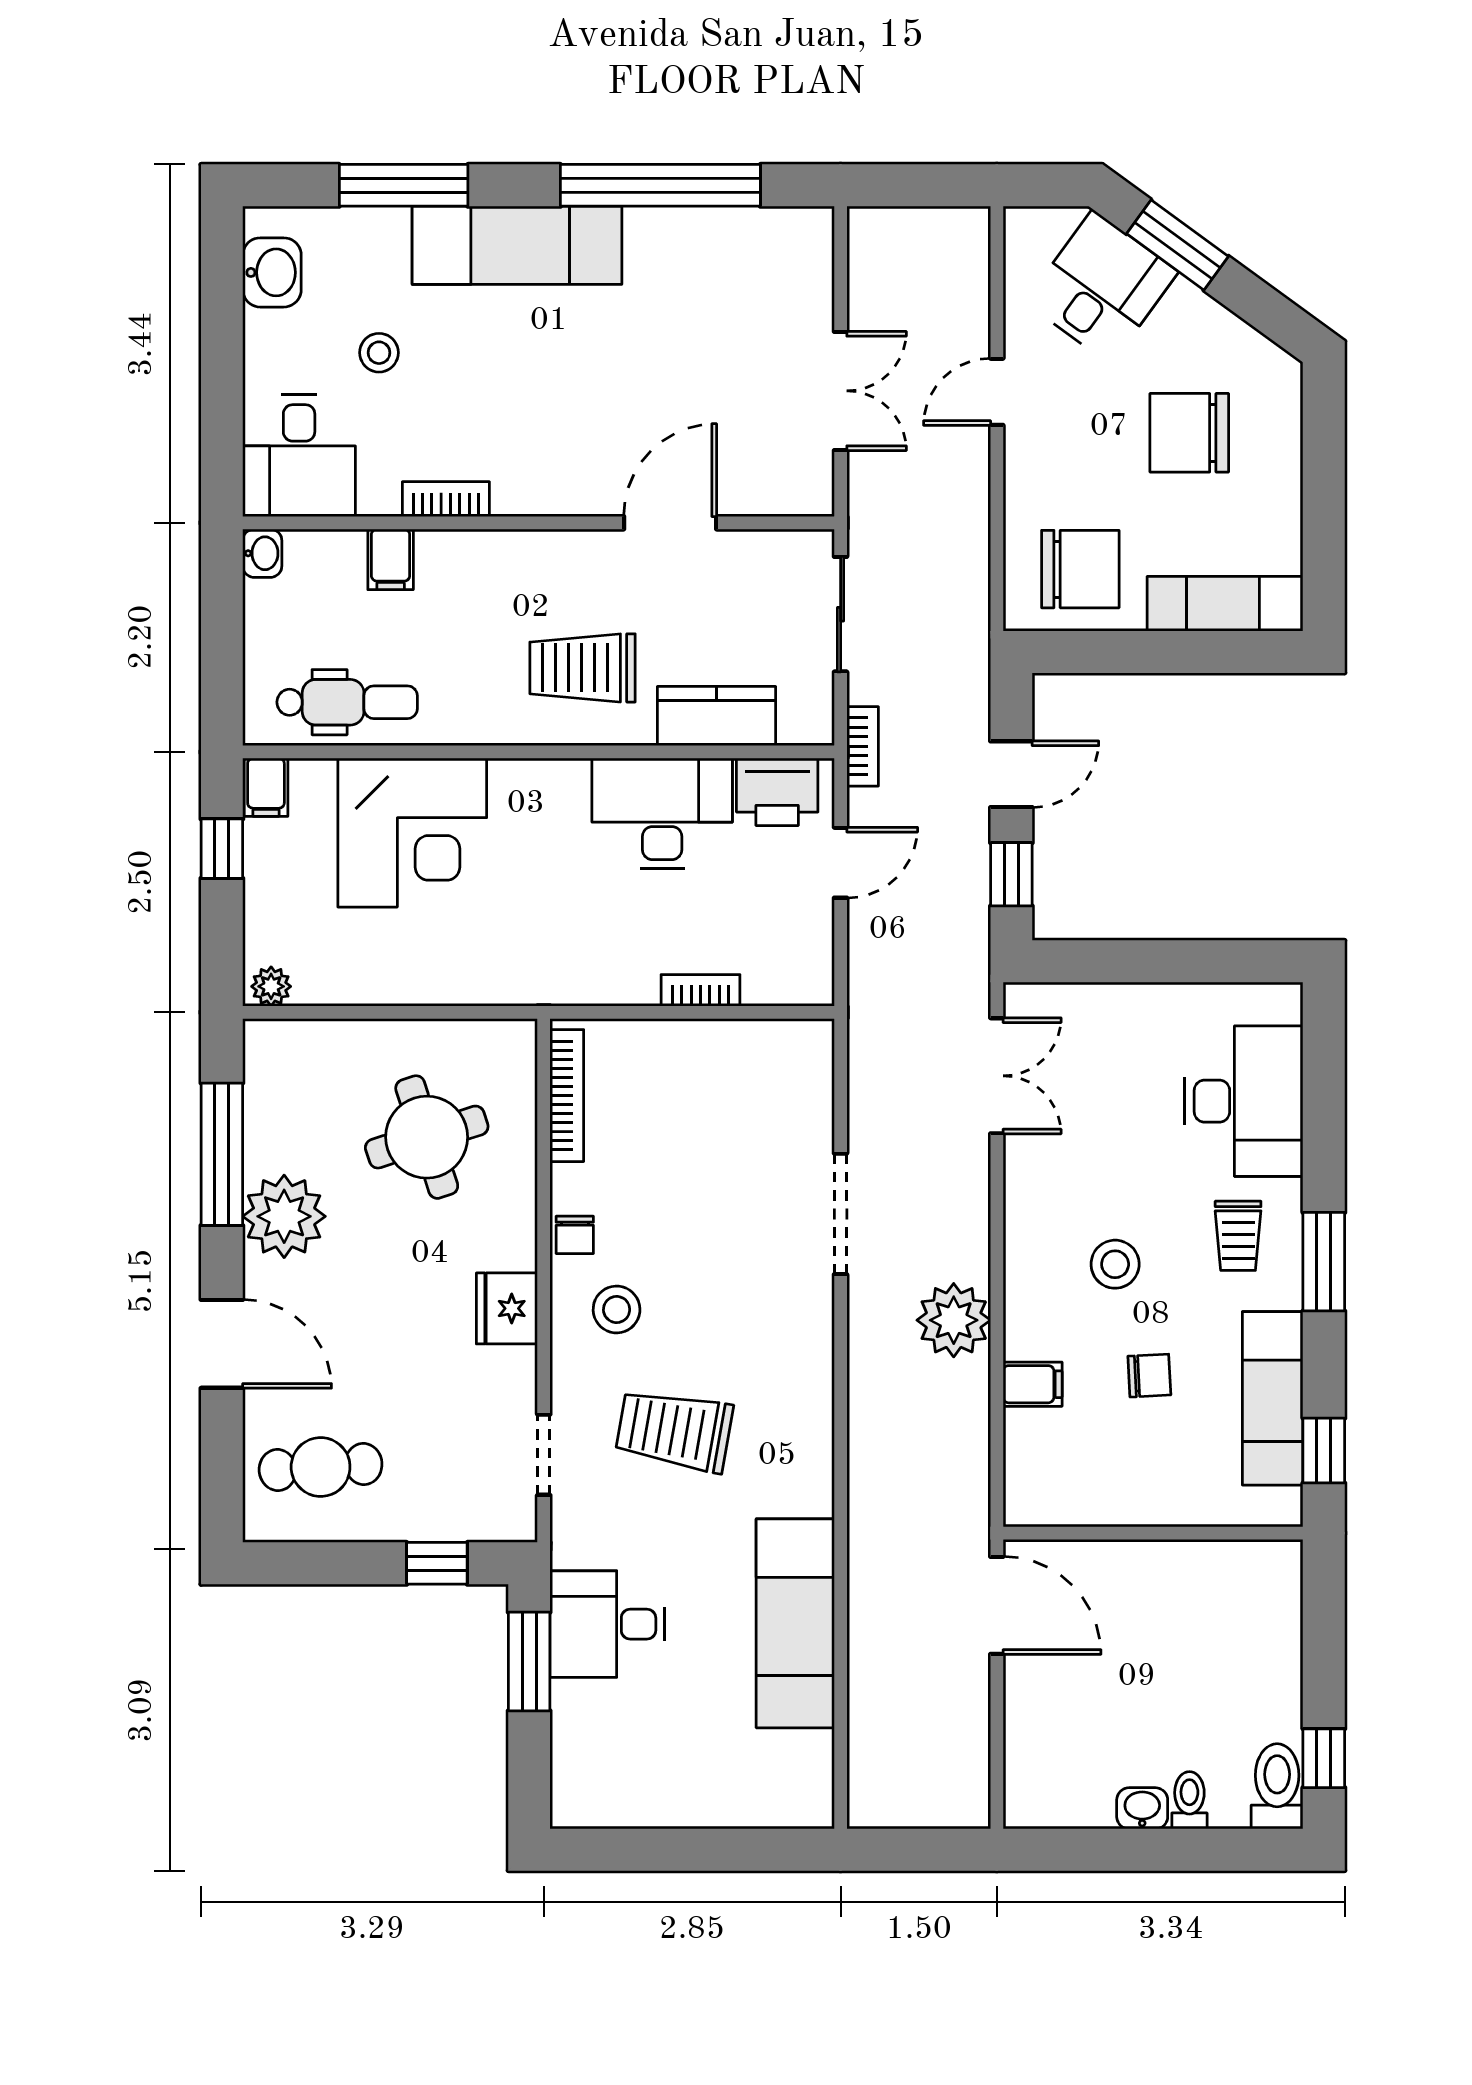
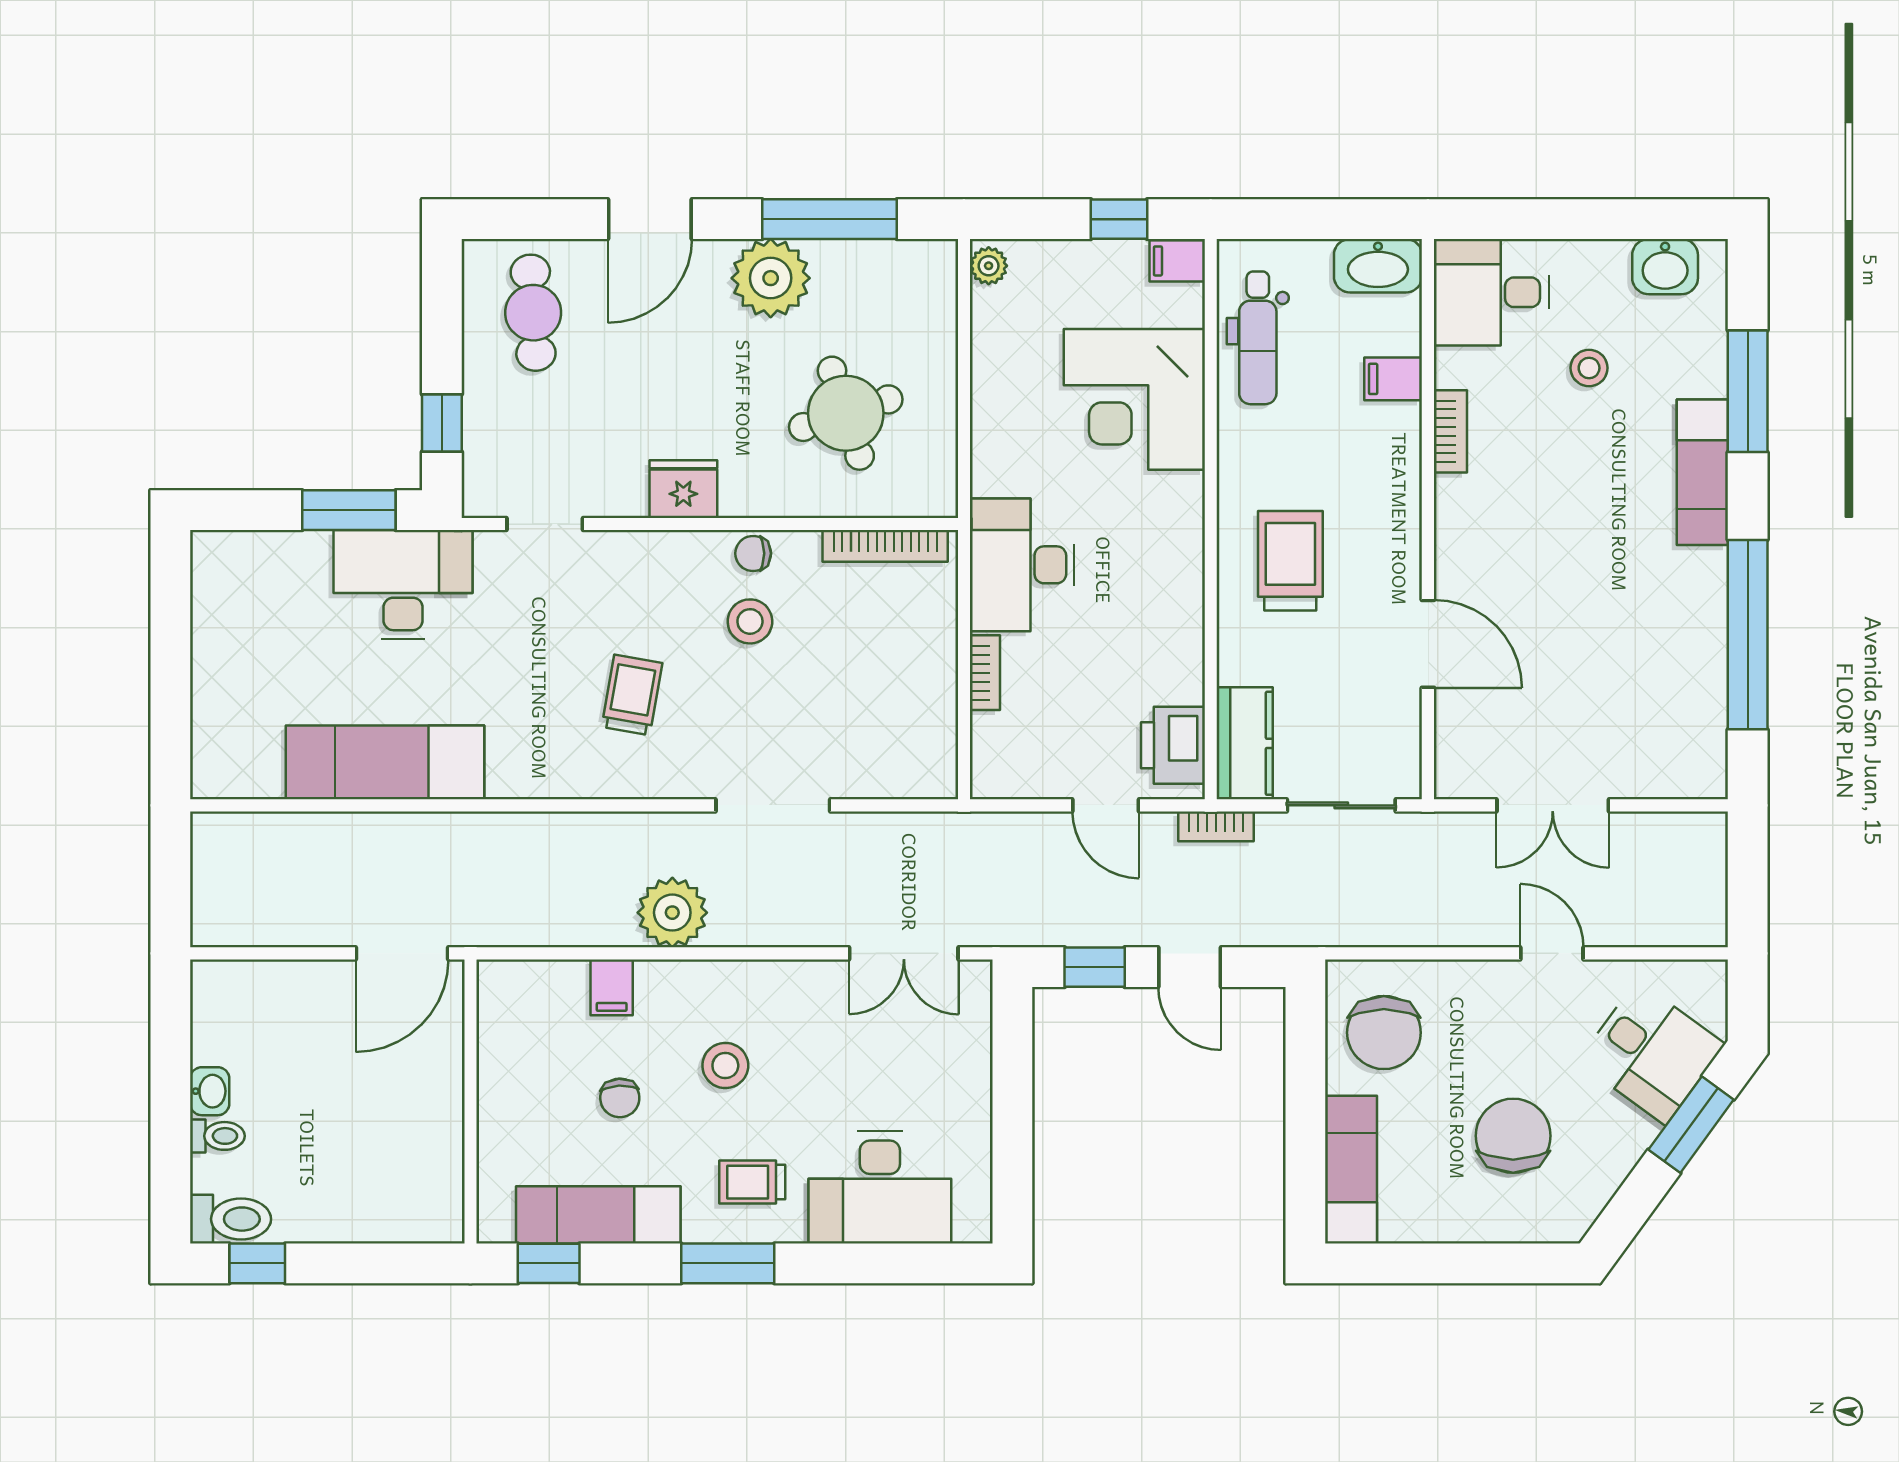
exam couch: (517, 245) -> (1702, 472), width x0.73, depth x0.69
washbasin: (262, 553) -> (1378, 266), width x1.91, depth x1.45
kitchen counter: (716, 716) -> (1245, 743), moved
desk: (662, 813) -> (1022, 565), moved, turned 180
stool: (617, 1309) -> (750, 621), moved
trolley: (674, 1430) -> (632, 695), moved, width x0.73, depth x0.72
desk: (607, 1624) -> (403, 584), width x1.37

